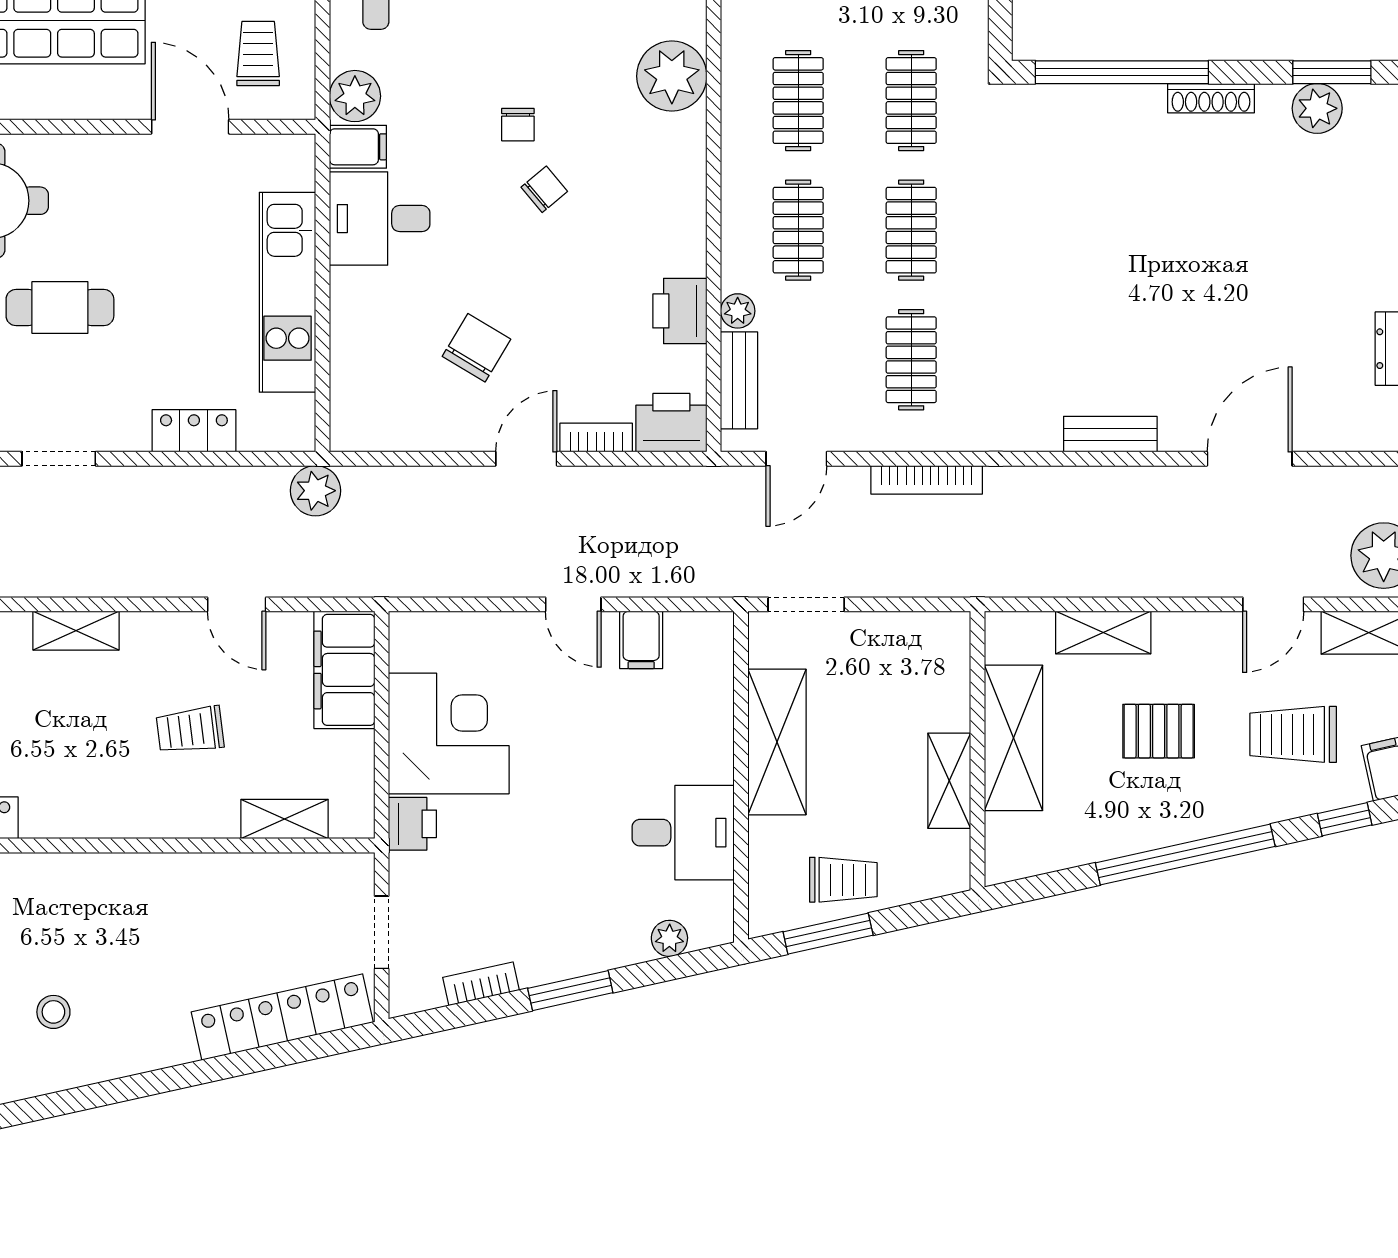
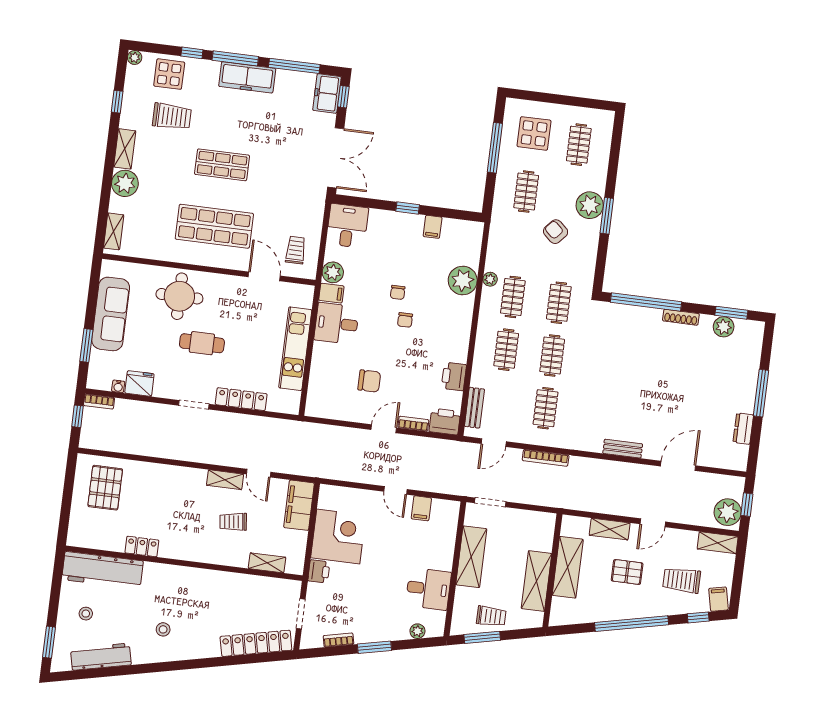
chair: (544, 189) -> (405, 320), turned 130
plant: (738, 311) -> (490, 279), moved
chair: (476, 348) -> (369, 381), turned 59
locker: (194, 431) -> (241, 399), width x1.53
plant: (316, 491) -> (296, 431), removed
door: (1273, 604) -> (653, 523), moved
shelving: (76, 631) -> (225, 480), moved
shelving: (949, 781) -> (536, 581), width x1.50, depth x1.33

